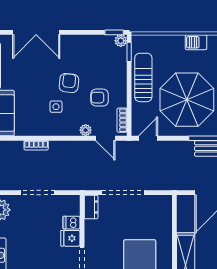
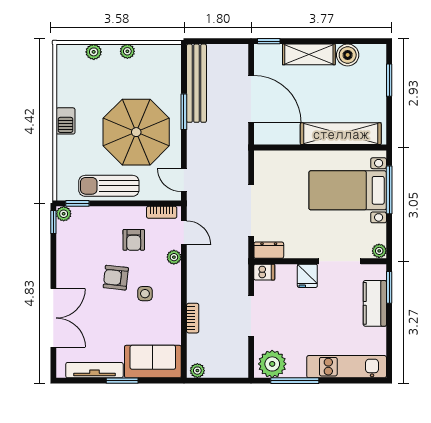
door: (105, 138) -> (184, 233), hinge flipped
dishwasher: (72, 223) -> (264, 272), moved, turned -90

